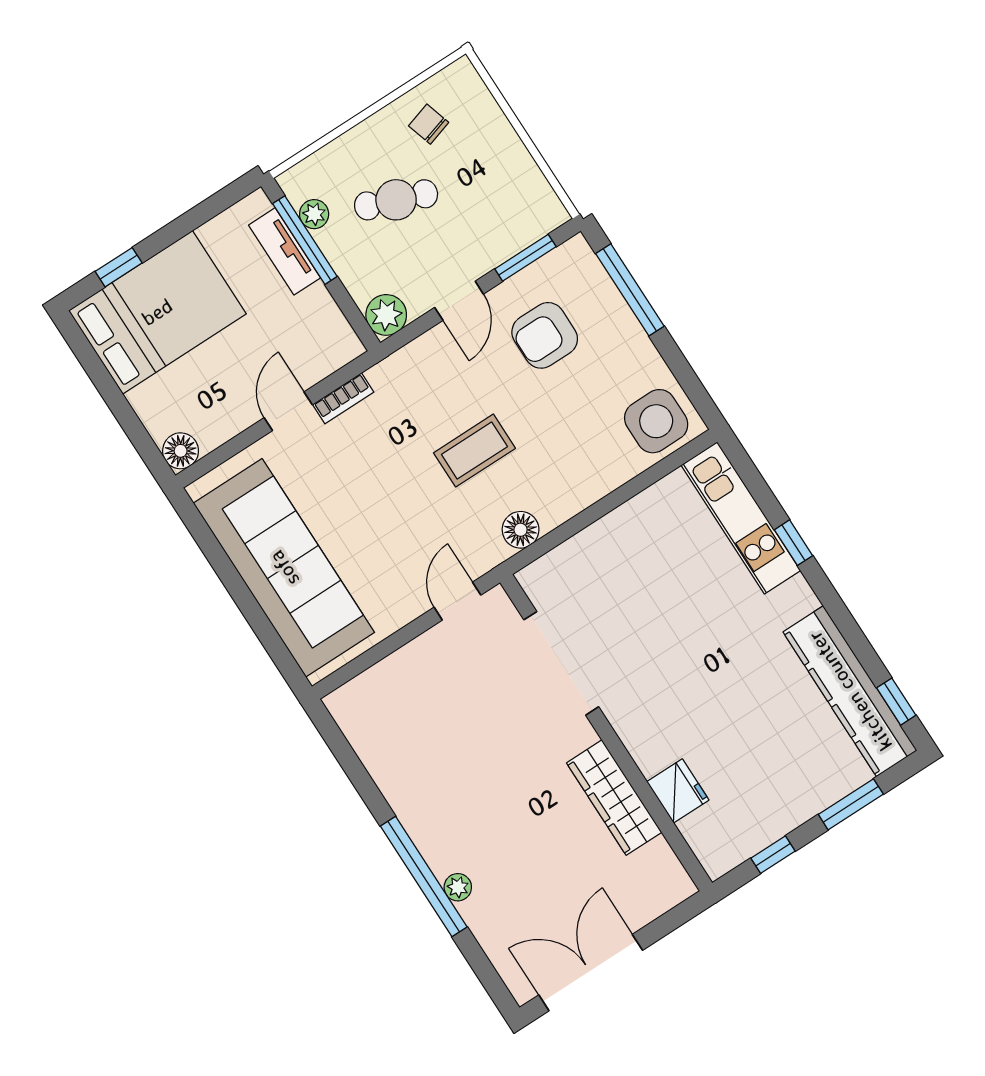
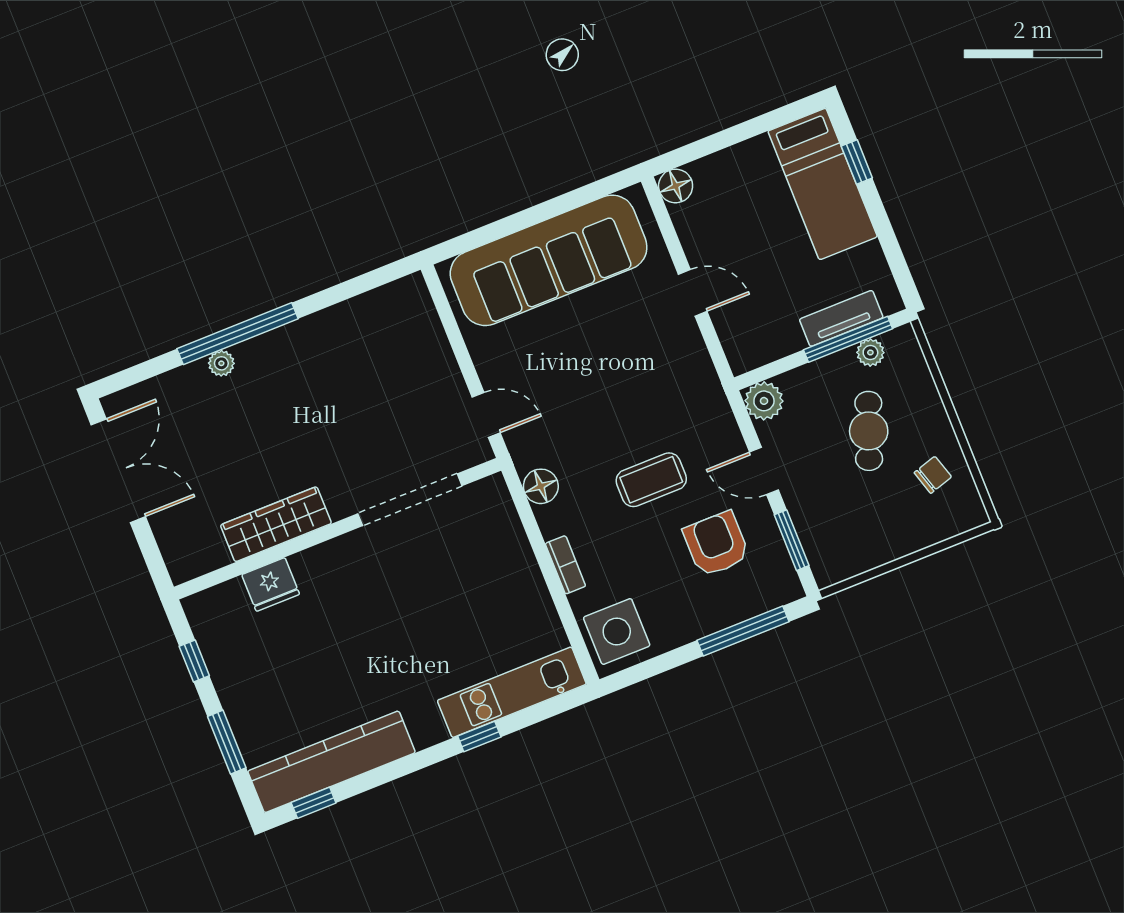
bed: (157, 312) -> (823, 184), width x0.67
bookcase: (343, 398) -> (565, 565), moved, turned 180
coffee table: (474, 451) -> (651, 480), moved, turned 90

